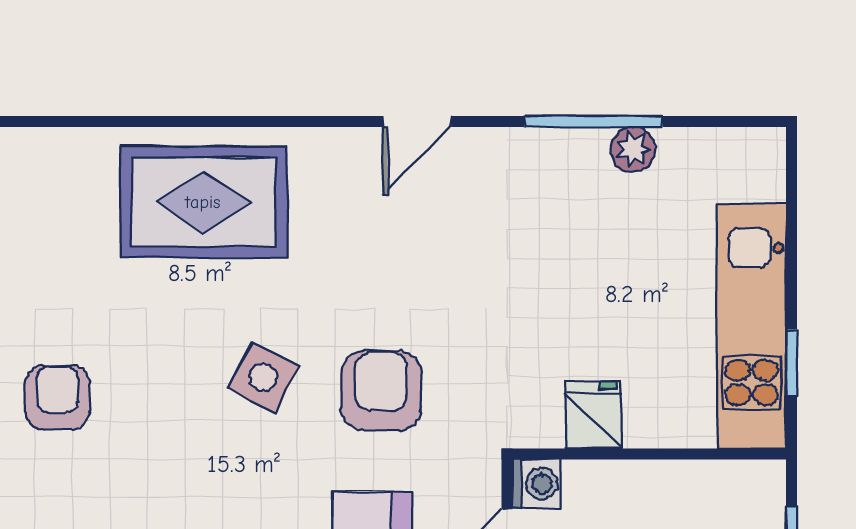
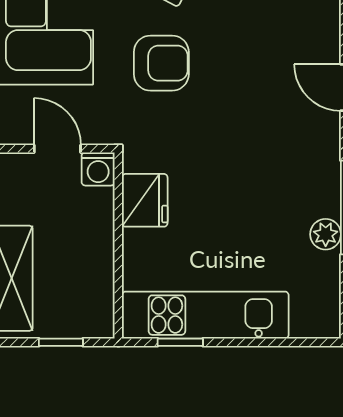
fridge: (594, 415) -> (145, 200), width x1.38

